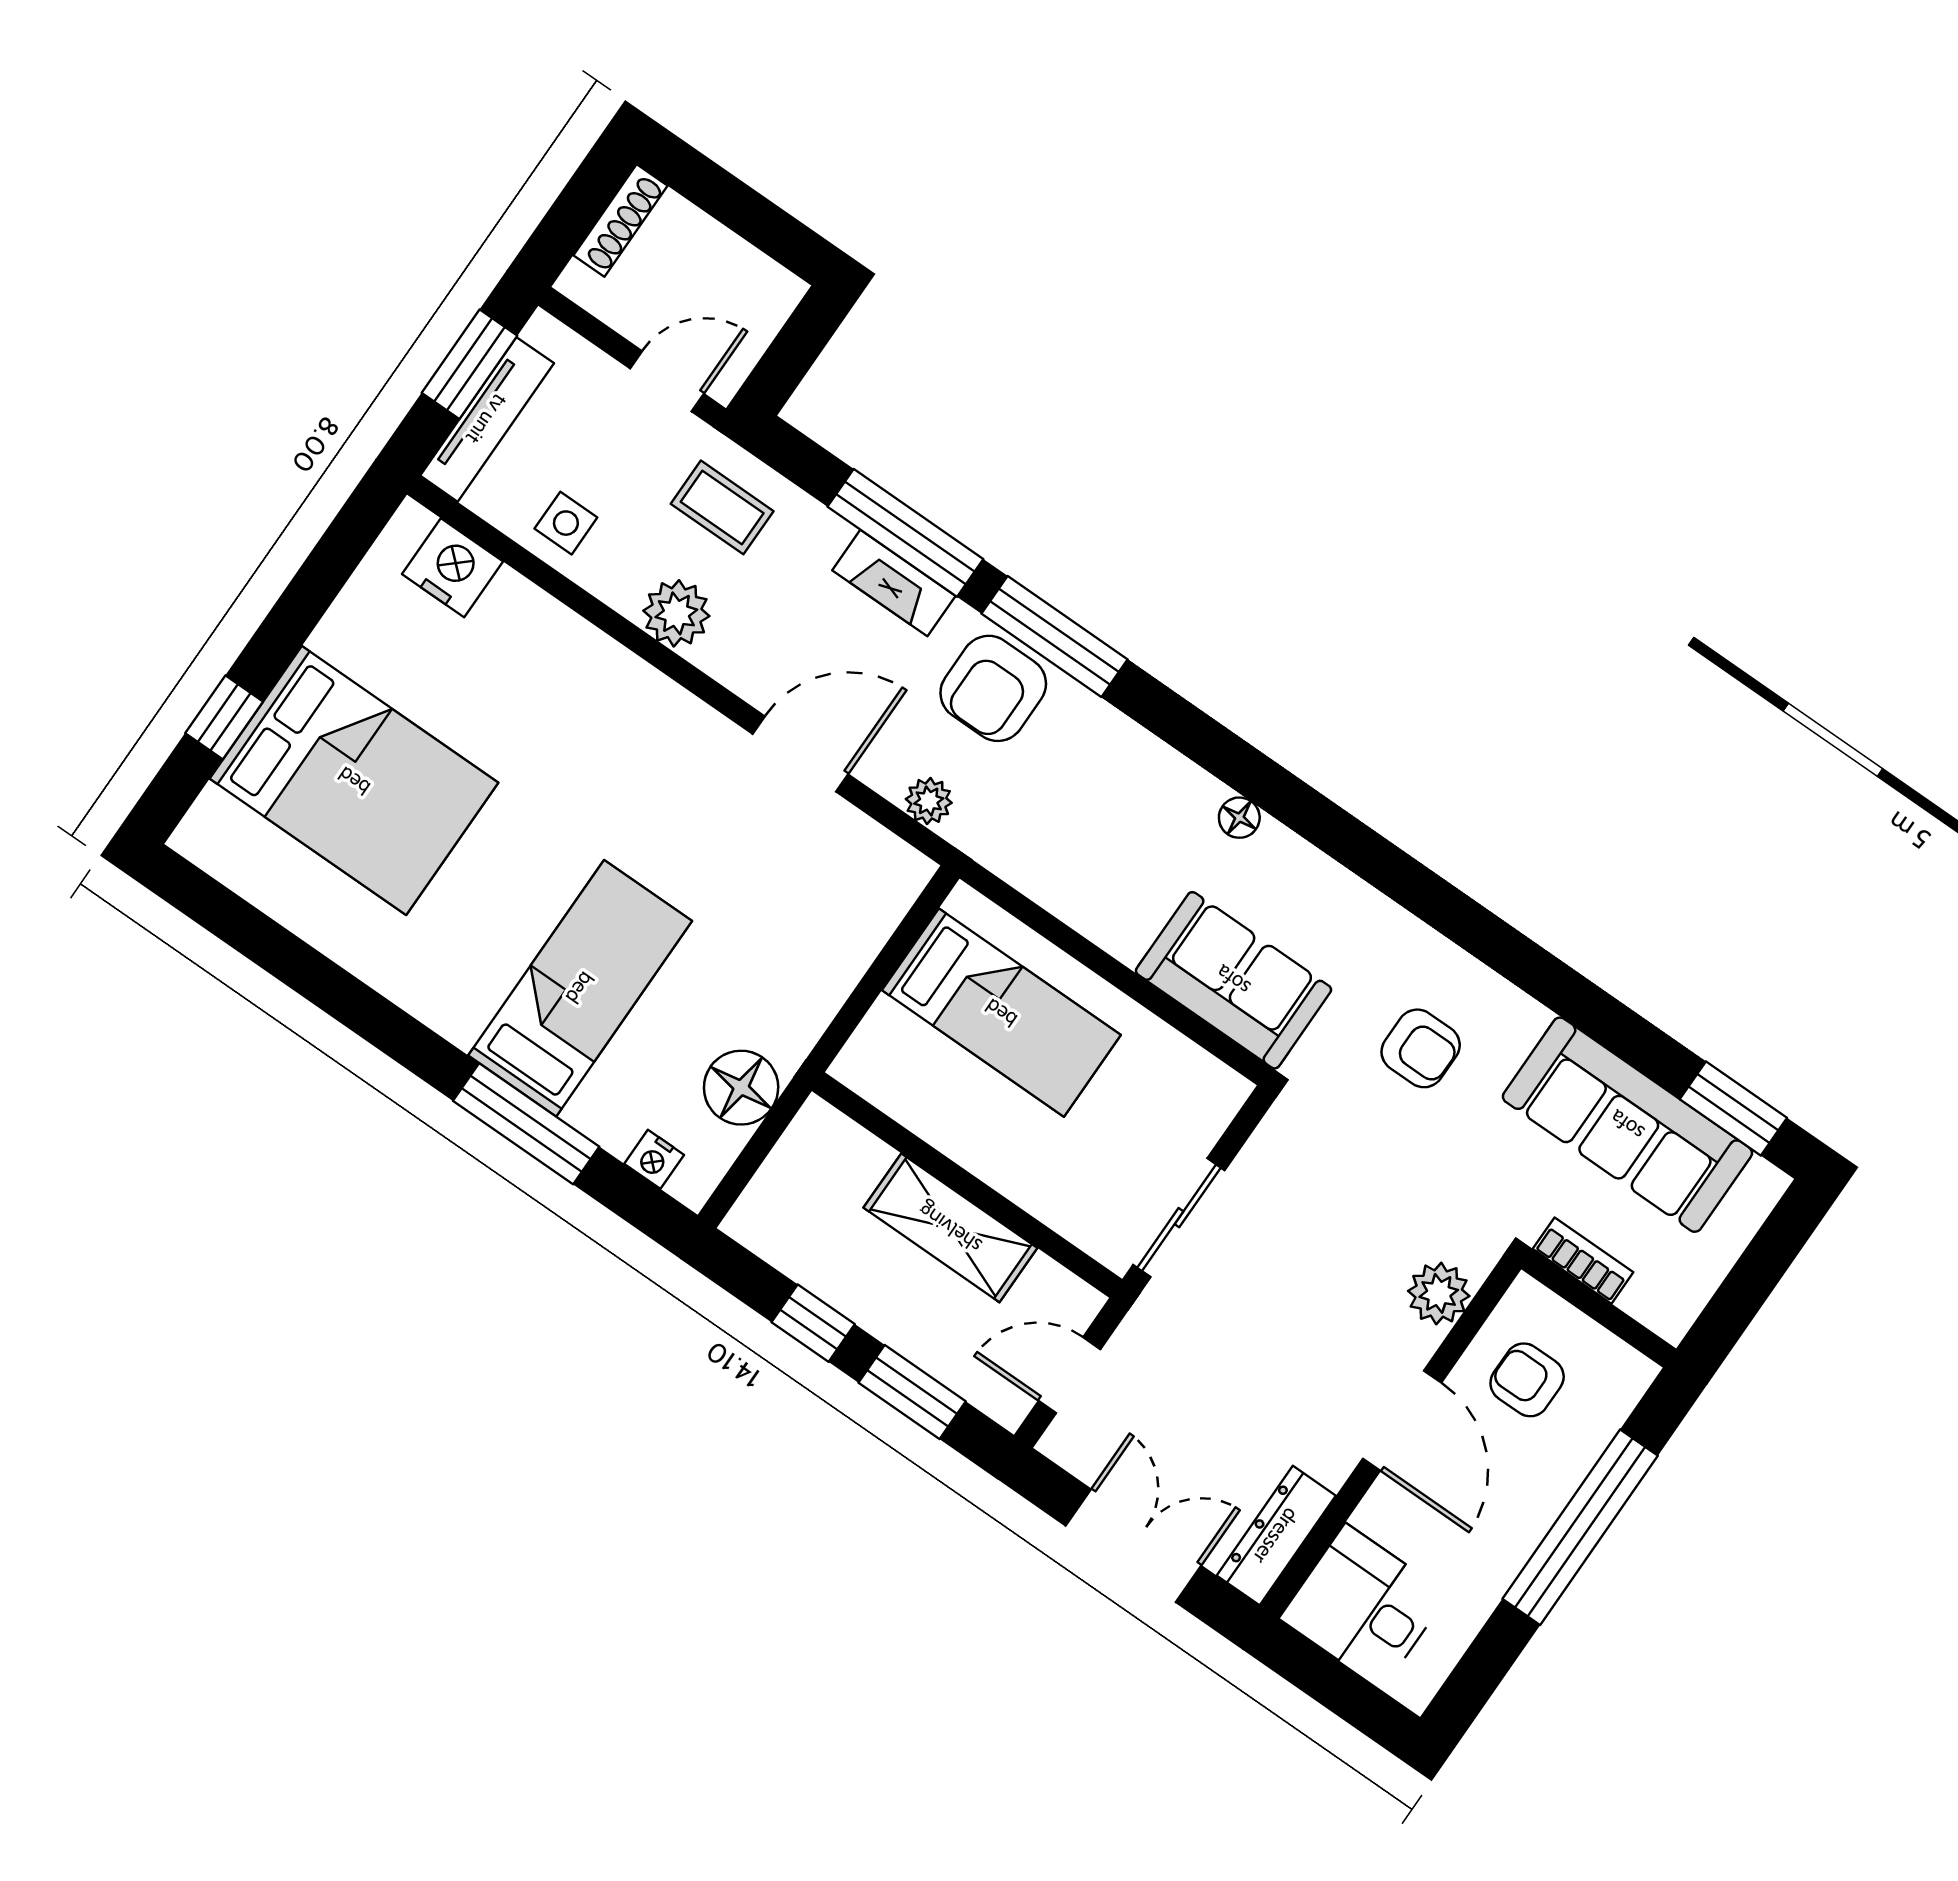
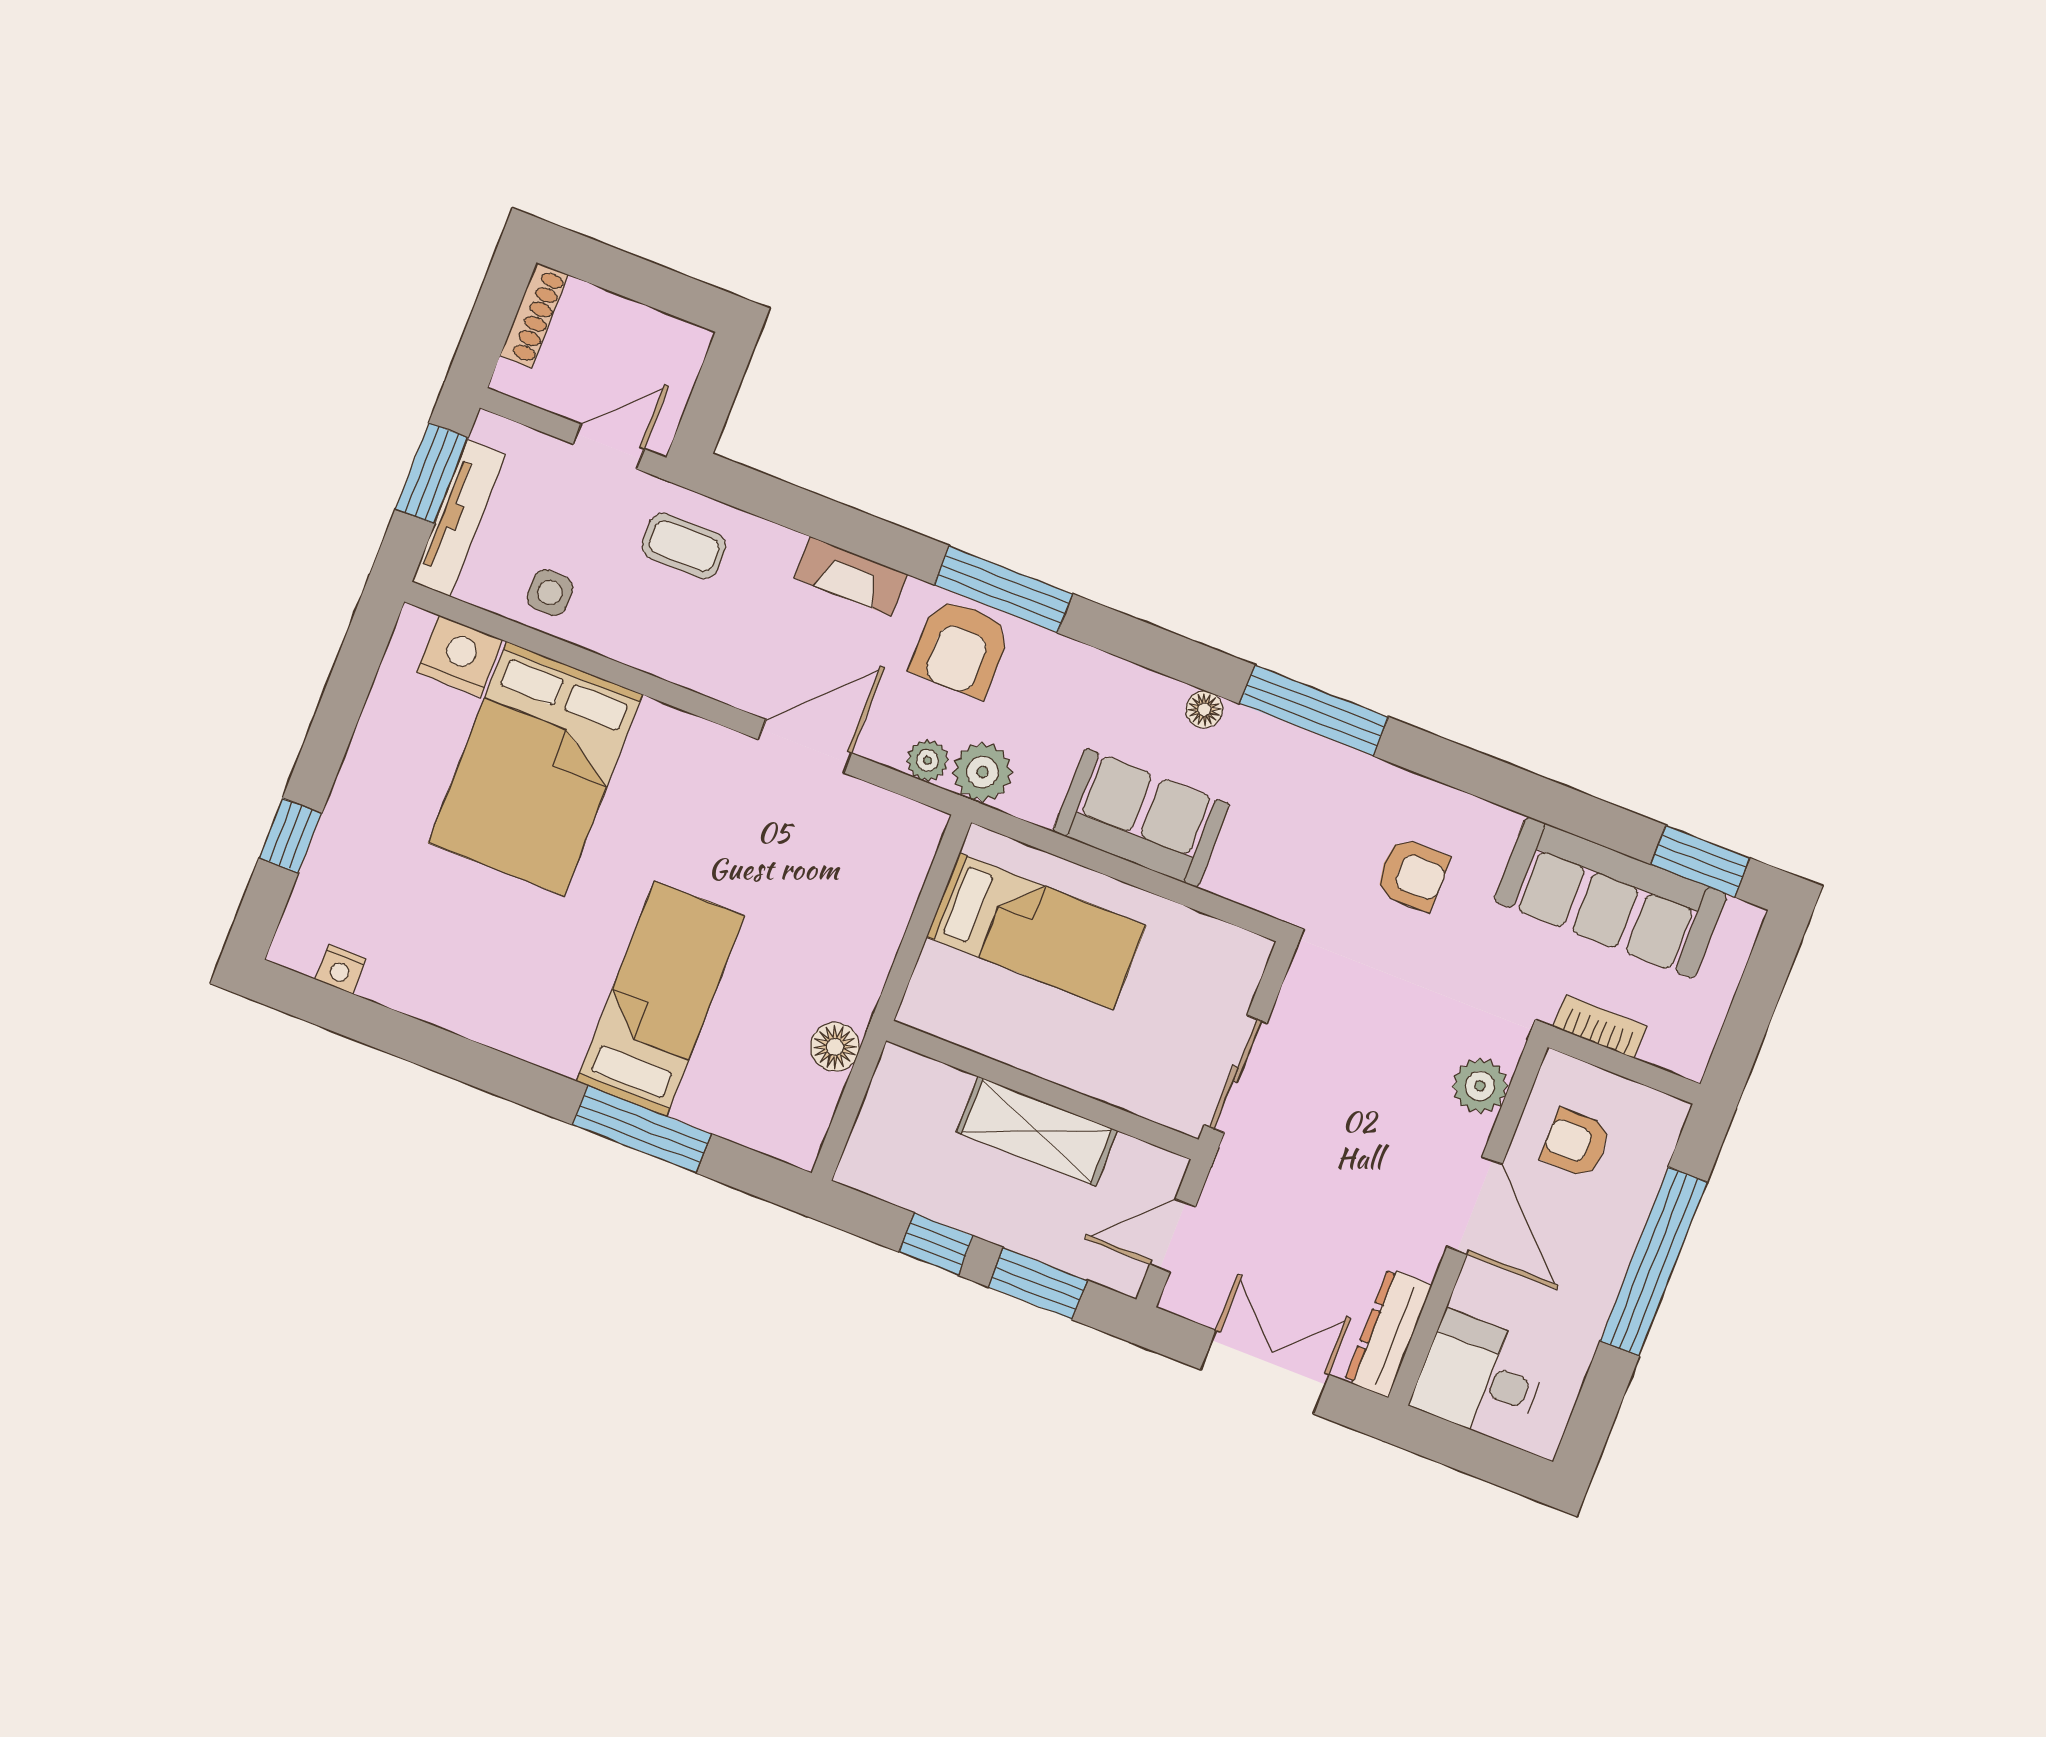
window: (905, 533) -> (1314, 710), moved
plant: (676, 613) -> (982, 772), moved
bed: (354, 781) -> (535, 769), moved, turned 90
sofa: (1233, 980) -> (1141, 818), moved
floor lamp: (741, 1088) -> (835, 1047), width x0.73, depth x0.73
nightstand: (654, 1159) -> (341, 969), moved

